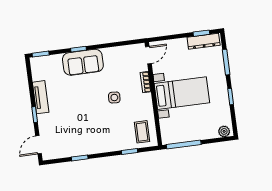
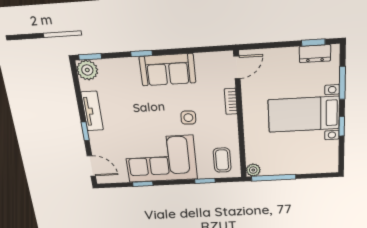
dresser: (204, 41) -> (315, 54), width x0.70
sofa: (83, 62) -> (168, 70), moved
plant: (38, 64) -> (87, 70), added
bed with nightstands: (182, 93) -> (304, 114), moved, turned 180
plant: (224, 131) -> (253, 170), moved
corner sofa: (94, 134) -> (161, 159), added
door: (39, 145) -> (91, 166), swing flipped

